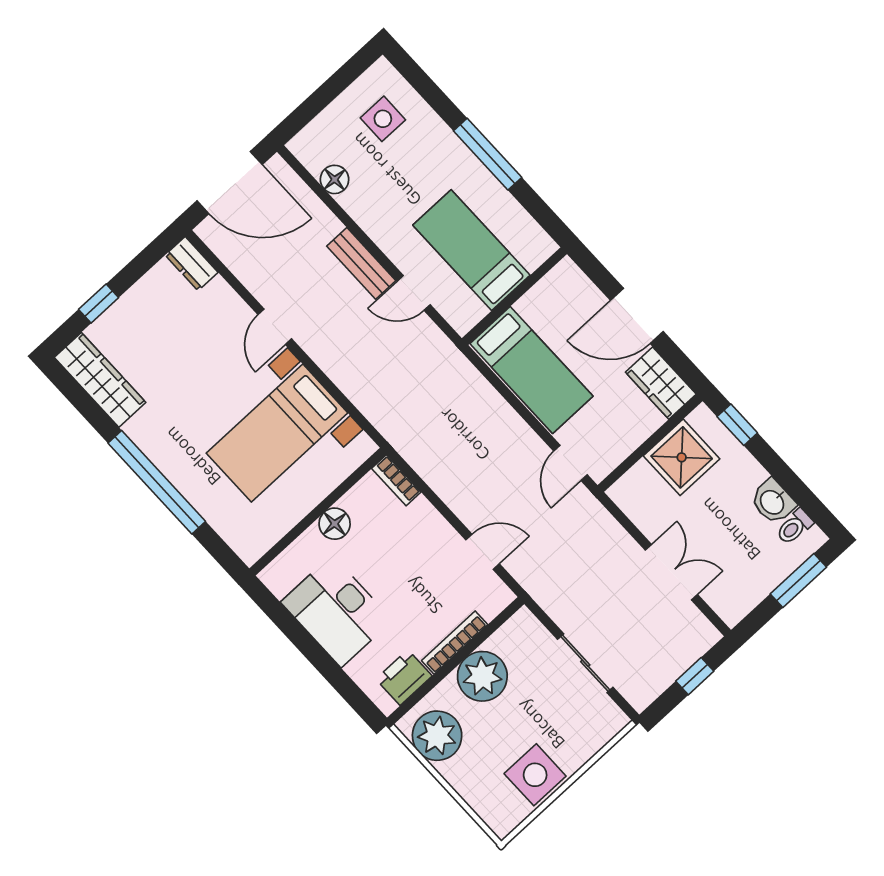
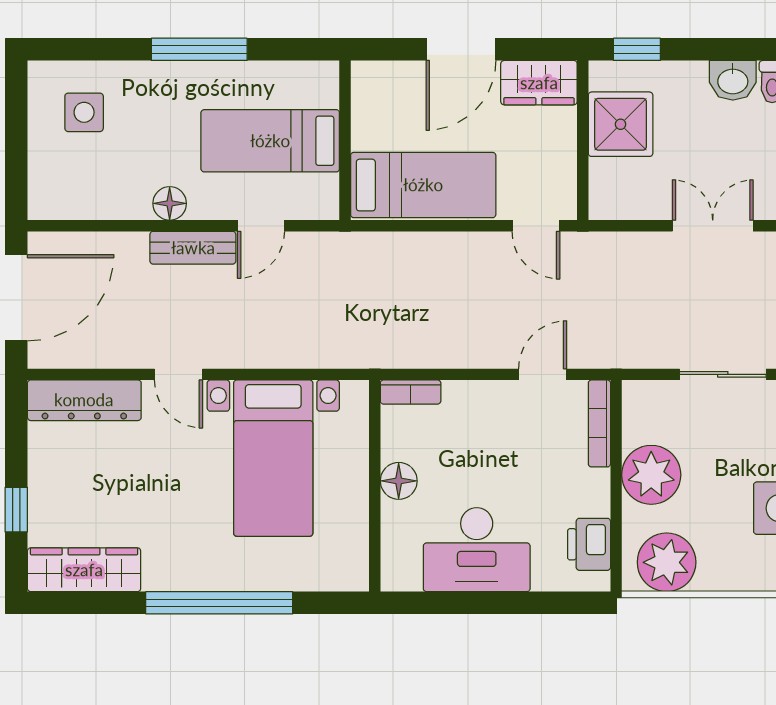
floor lamp: (335, 179) -> (170, 203), moved
dresser: (192, 264) -> (84, 400), width x1.96, depth x1.24
bookcase: (455, 643) -> (599, 423), moved

